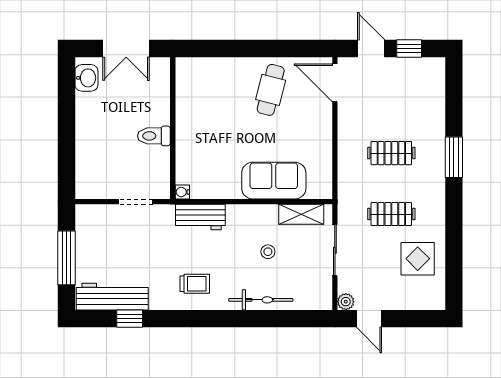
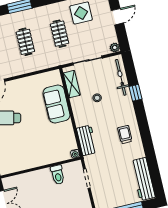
toilet: (154, 136) -> (58, 175), moved
bicycle: (261, 300) -> (121, 77), moved
window: (130, 319) -> (136, 93), moved
door: (369, 319) -> (117, 17), moved

